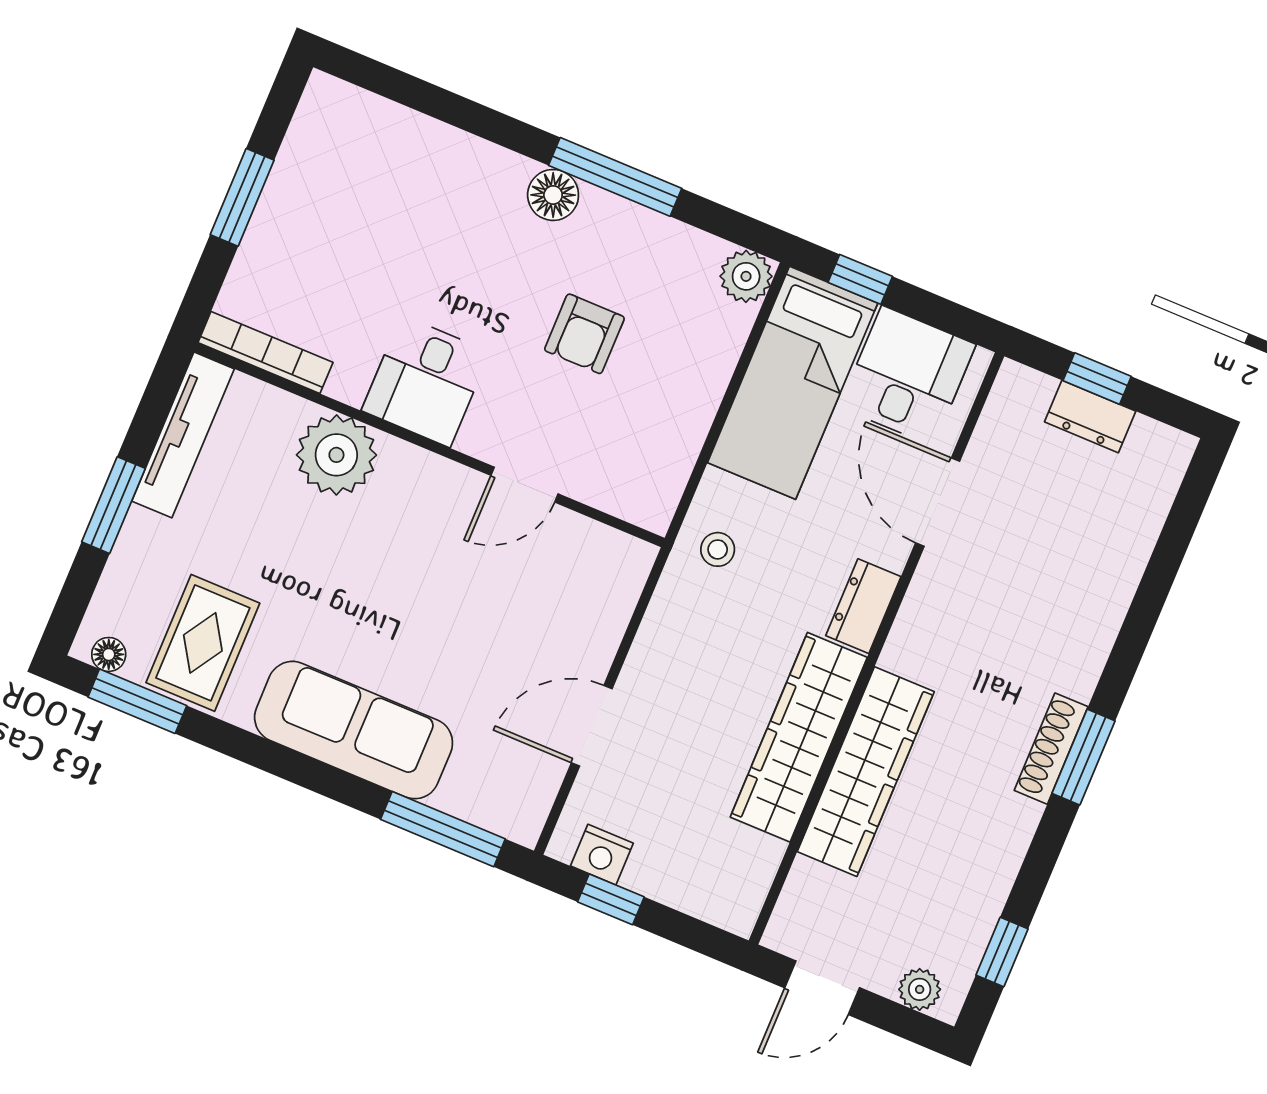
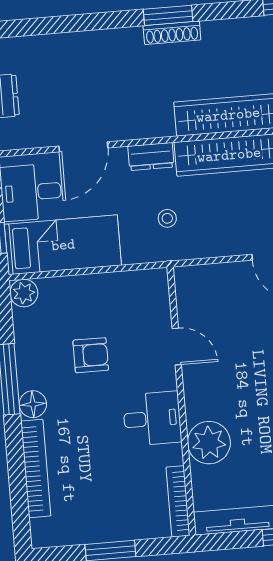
bookcase: (443, 144) -> (36, 469), added
stool: (718, 549) -> (167, 218), moved

